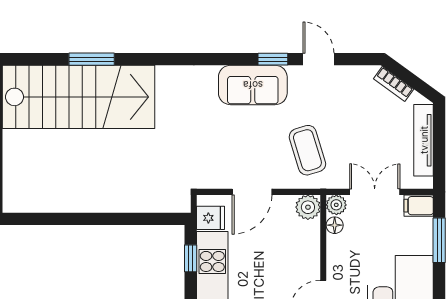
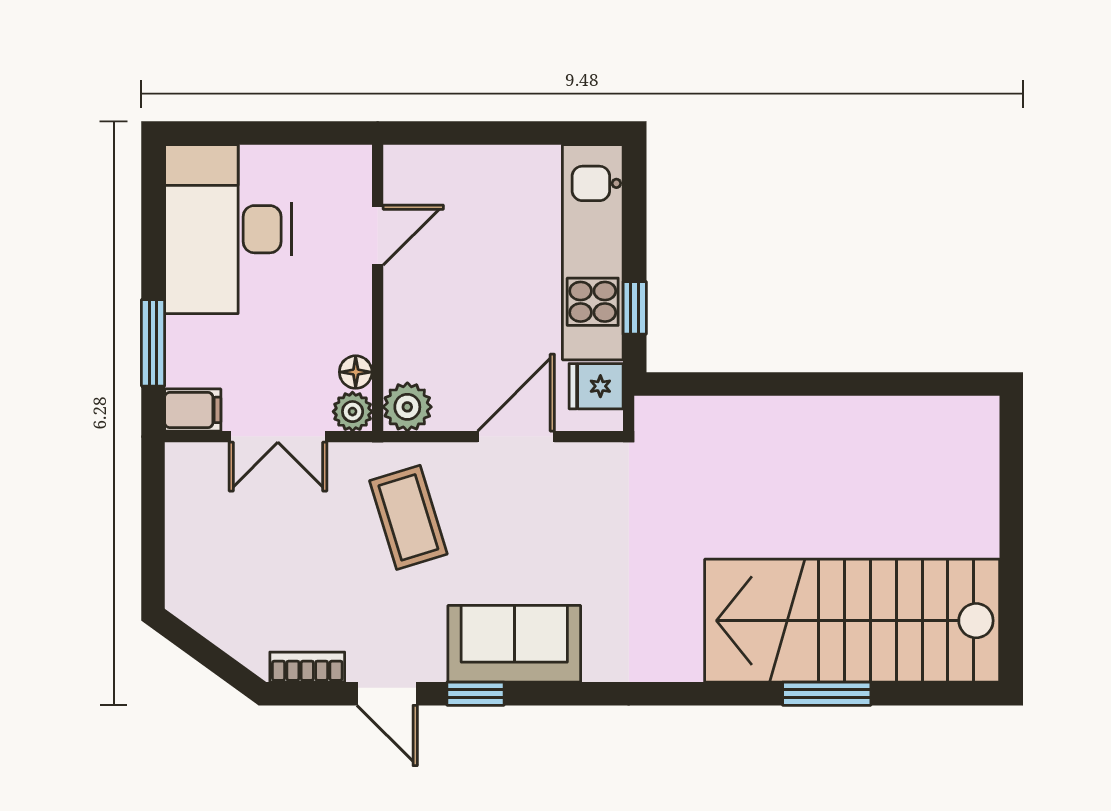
bookcase: (394, 84) -> (307, 667), moved, turned -36
tv unit: (424, 140) -> (183, 537), removed

